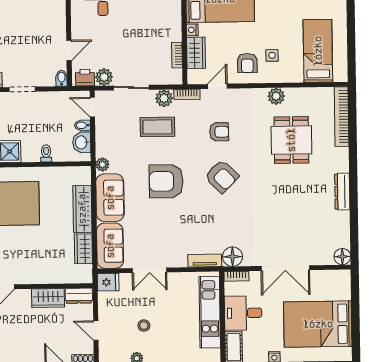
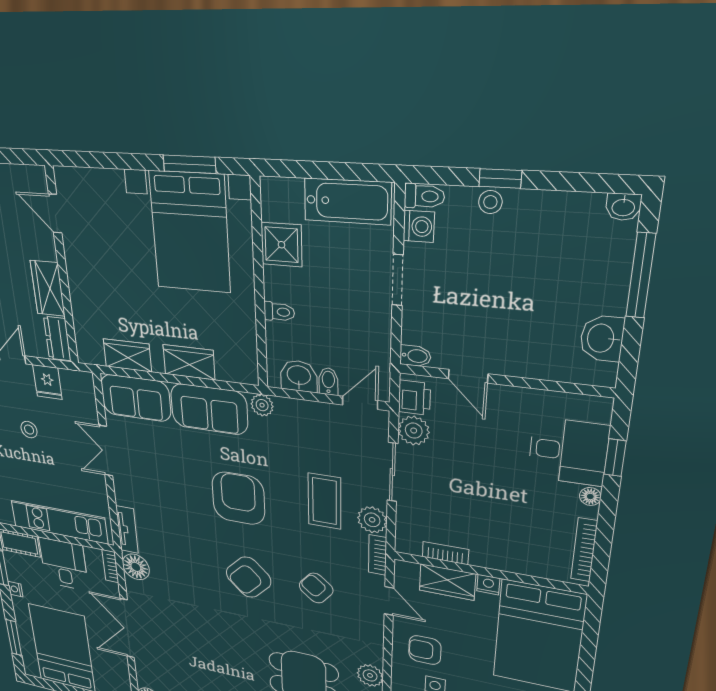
armchair: (219, 132) -> (316, 588), turned 130
wardrobe: (82, 209) -> (189, 362), width x0.67
fridge: (108, 282) -> (47, 382), moved

